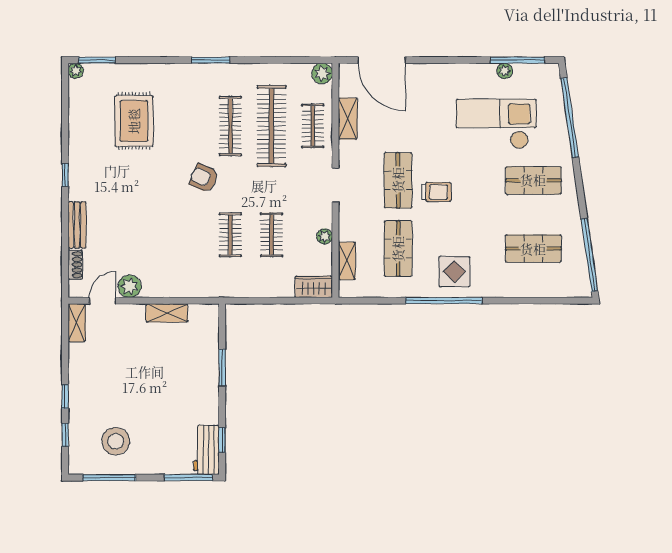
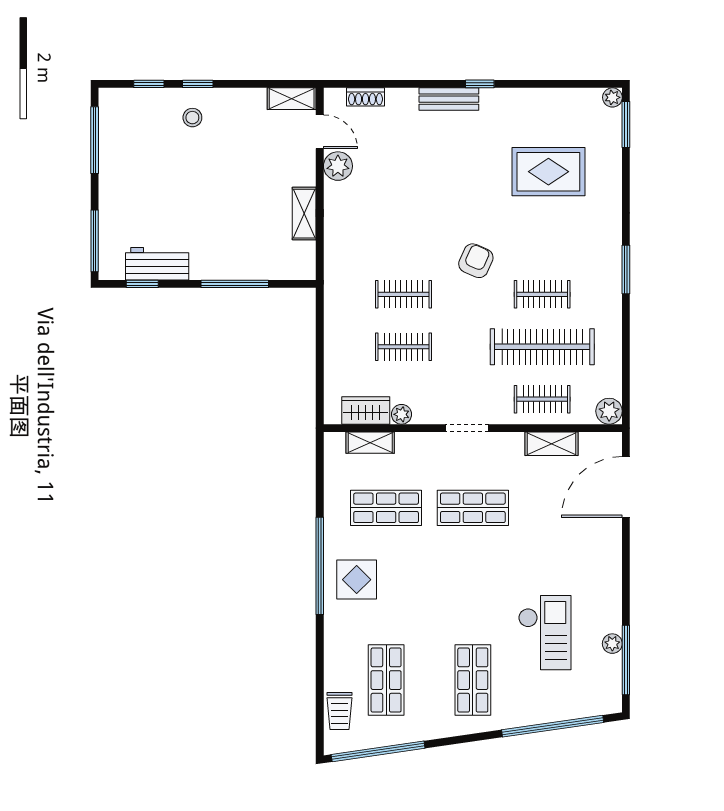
checkout: (496, 124) -> (545, 633), width x0.73, depth x0.83
clothes rail: (230, 126) -> (542, 294), width x0.73
trolley: (436, 192) -> (340, 711), moved
bench: (77, 225) -> (449, 99), moved
wardrobe: (314, 287) -> (366, 410), moved, turned -90
window: (222, 367) -> (235, 284), width x1.44
stool: (116, 441) -> (192, 118), moved, width x0.53, depth x0.53
workbench: (206, 450) -> (157, 264), moved

